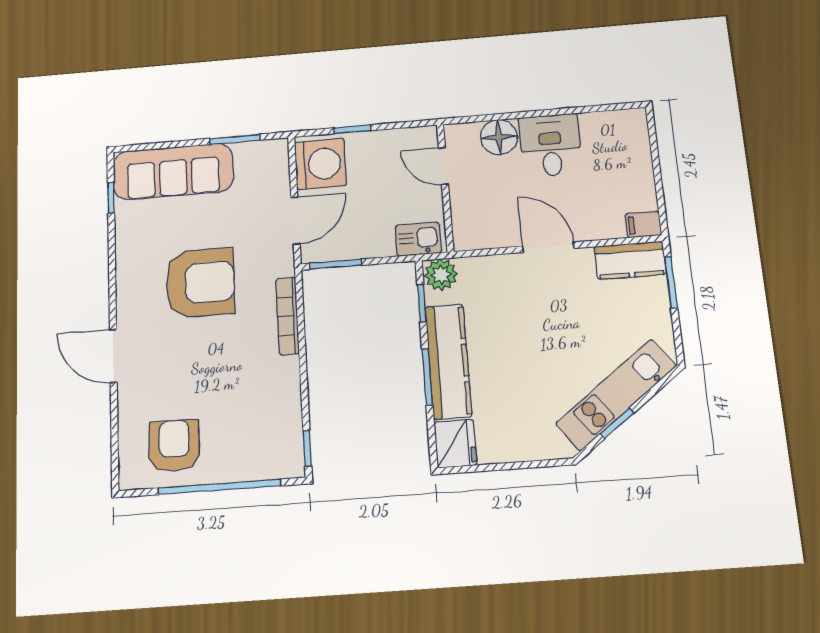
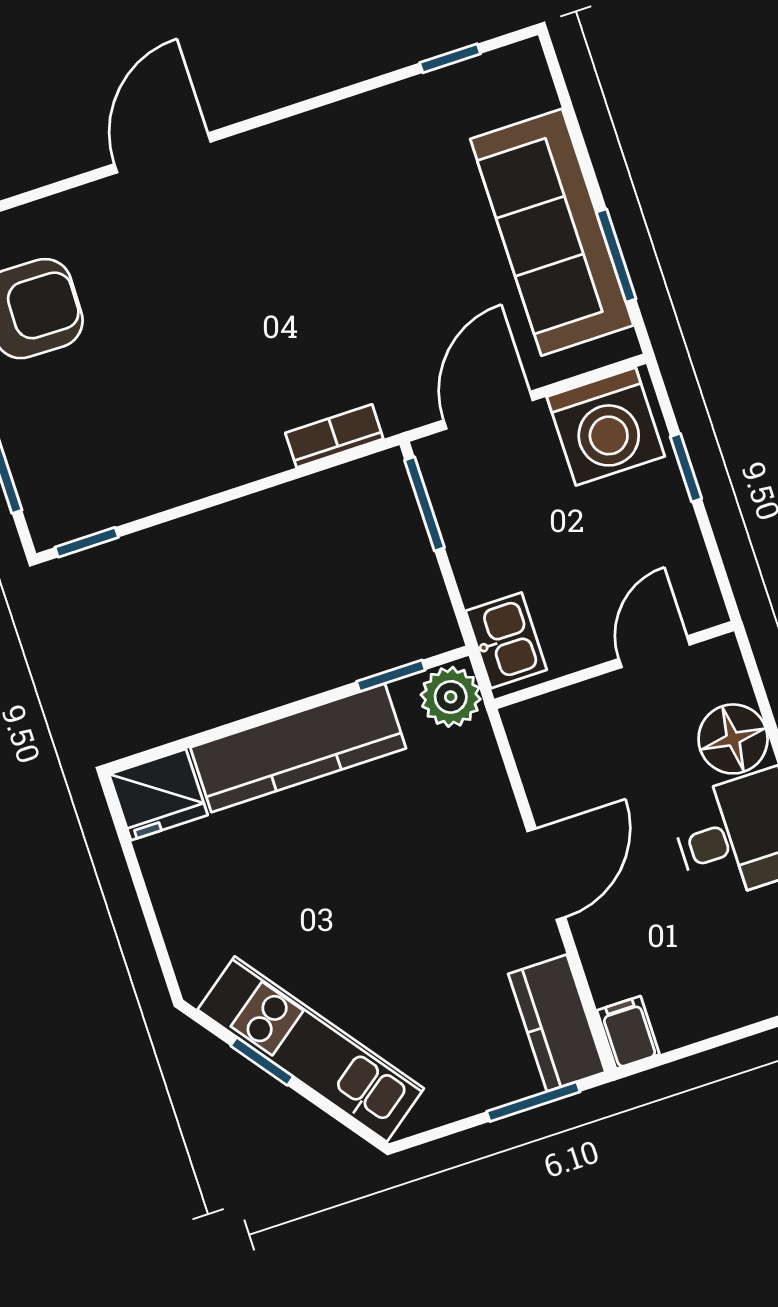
sofa: (173, 171) -> (552, 232), moved
door: (296, 221) -> (488, 410), swing flipped
armchair: (200, 283) -> (332, 270), removed
bookcase: (288, 316) -> (334, 436), width x0.64
window: (427, 377) -> (262, 718), removed

